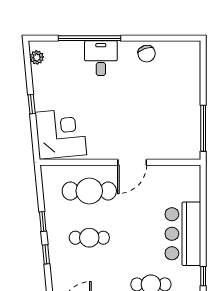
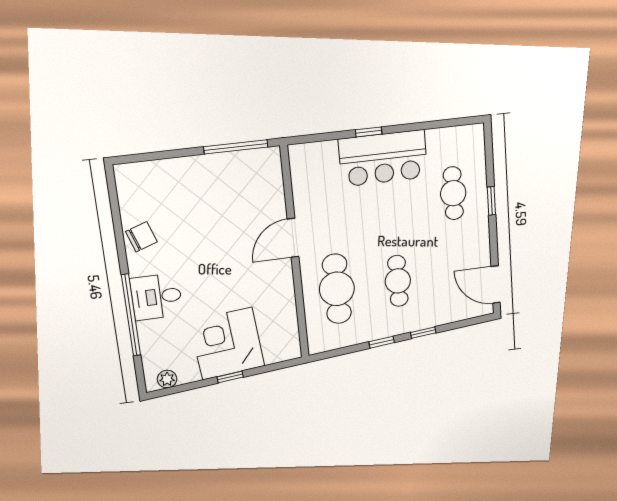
corner desk: (61, 134) -> (227, 344), moved
door: (132, 162) -> (293, 238), swing flipped
window: (203, 276) -> (369, 132), moved

